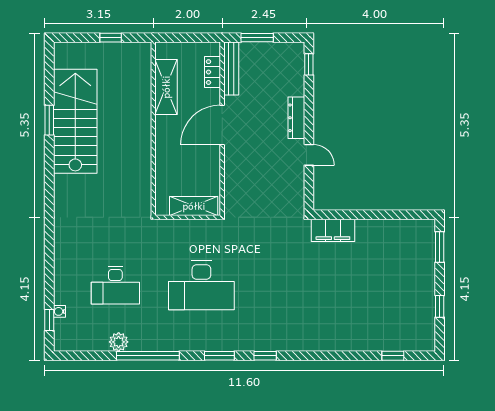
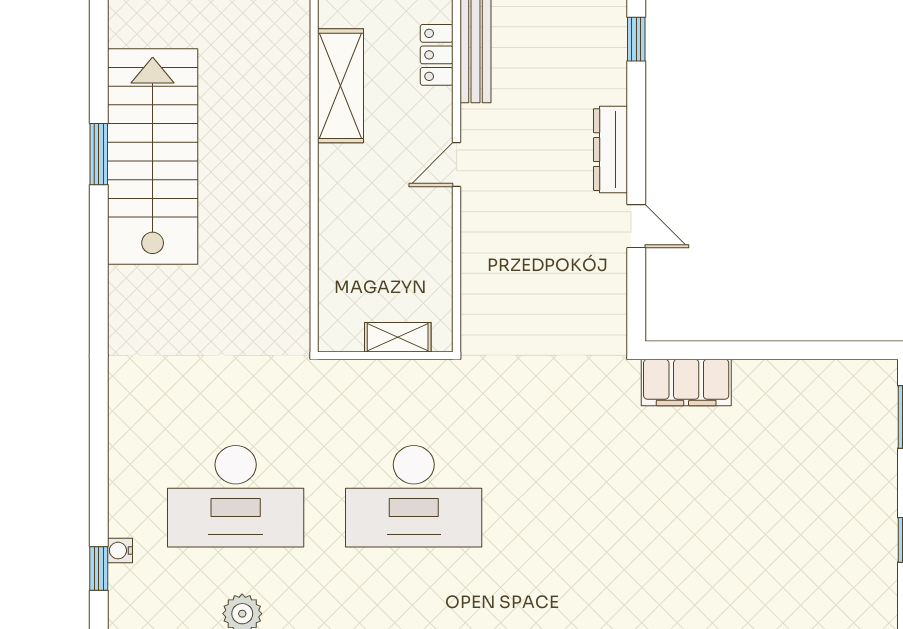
door: (222, 125) -> (457, 165), width x0.53
shelving: (194, 206) -> (398, 337), width x0.67, depth x0.75
desk: (115, 285) -> (236, 496), width x1.36, depth x1.30

